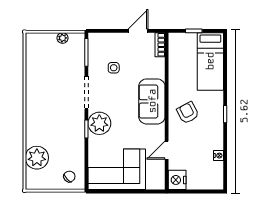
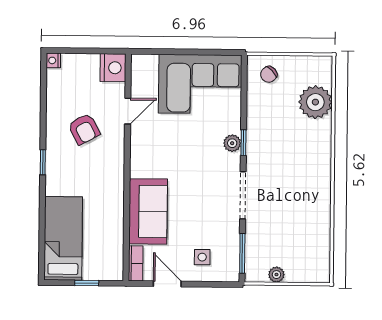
door: (138, 31) -> (167, 284), swing flipped
side table: (114, 68) -> (202, 257), moved
sofa: (152, 101) -> (148, 211), moved
armchair: (188, 113) -> (84, 129), moved
plant: (99, 123) -> (232, 143), width x0.53, depth x0.53
nightstand: (219, 156) -> (53, 60), moved

